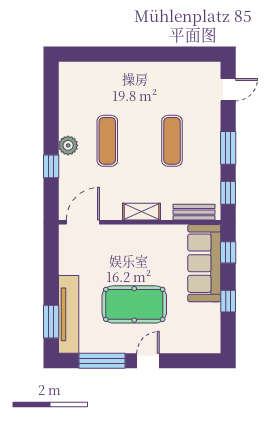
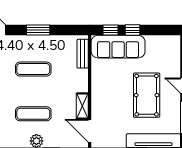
window: (228, 193) -> (69, 30), removed
shelving: (141, 212) -> (82, 106), moved
window: (228, 301) -> (132, 30), moved

